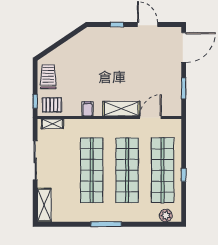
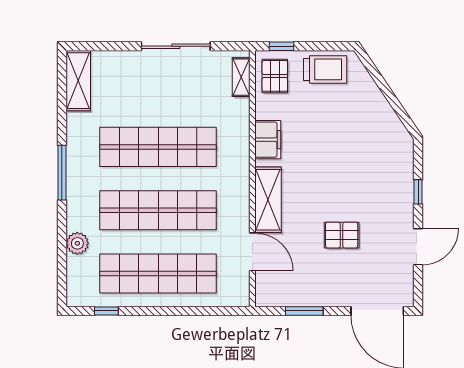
pallet: (141, 67) -> (342, 235), added
filing cabinet: (88, 109) -> (268, 140), width x2.00
window: (184, 175) -> (106, 311), moved
shelving: (44, 205) -> (78, 81), moved, turned 90
plant: (166, 216) -> (77, 243), moved

